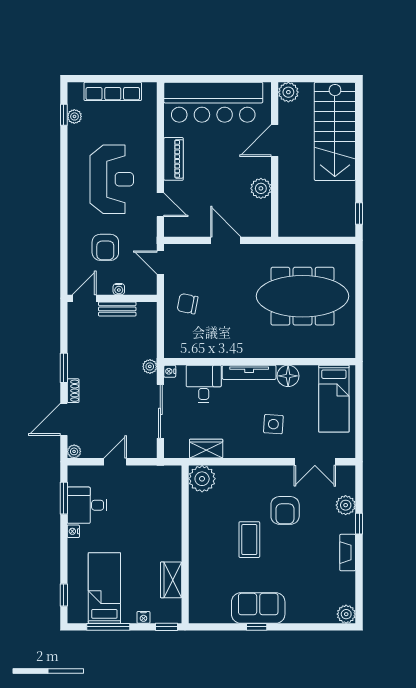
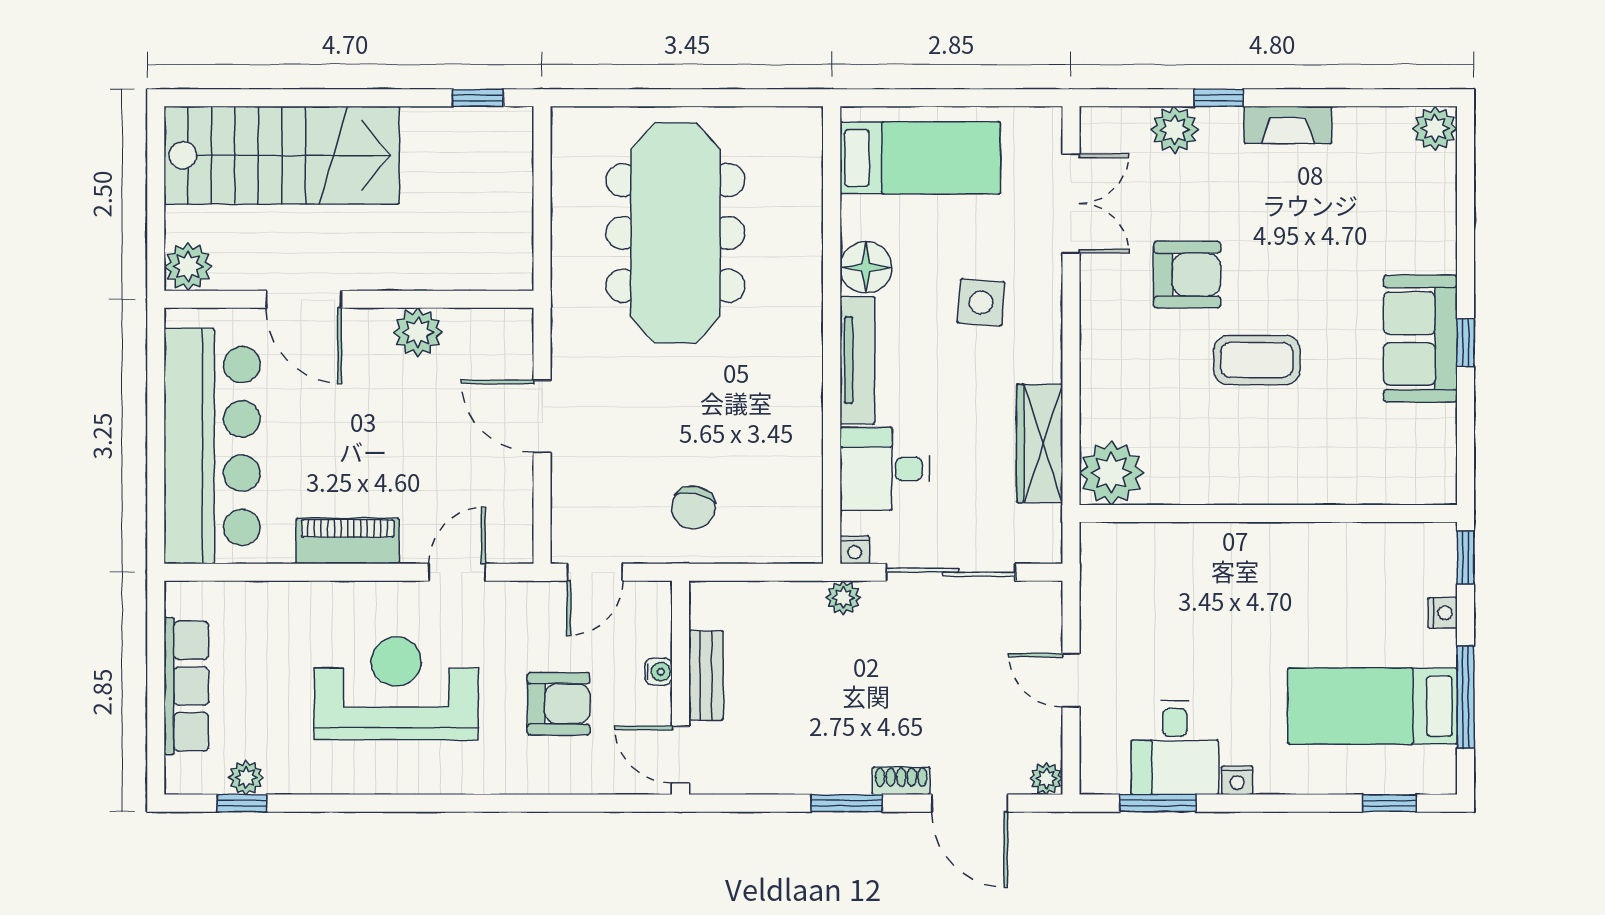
door: (226, 240) -> (542, 416), hinge flipped
wardrobe: (206, 449) -> (1040, 443), width x1.50
wardrobe: (171, 580) -> (1353, 547), removed

